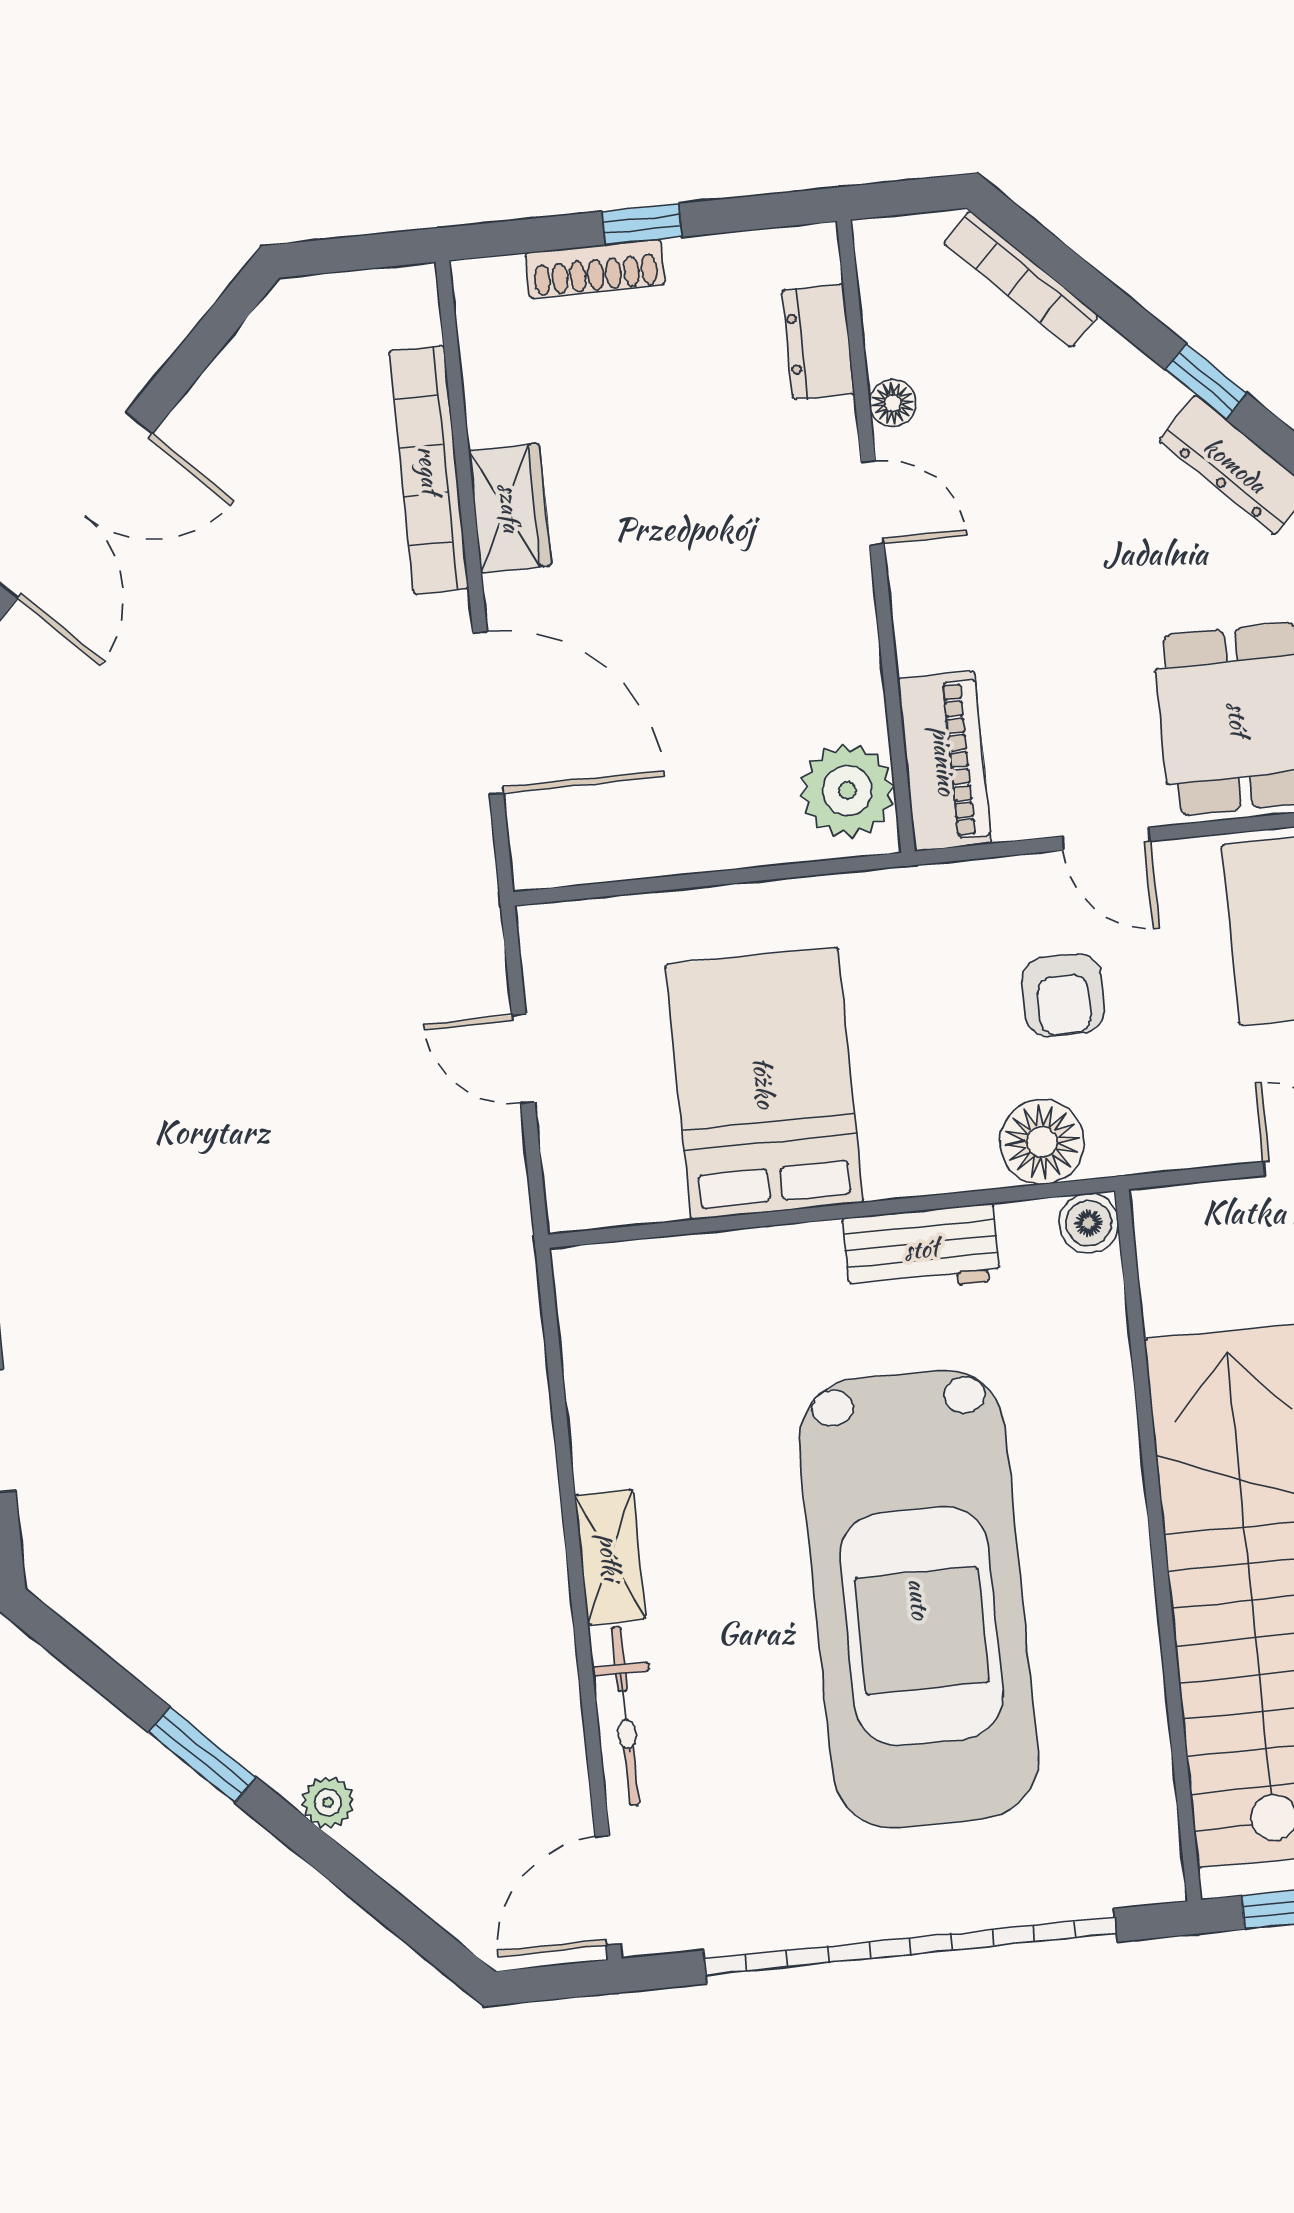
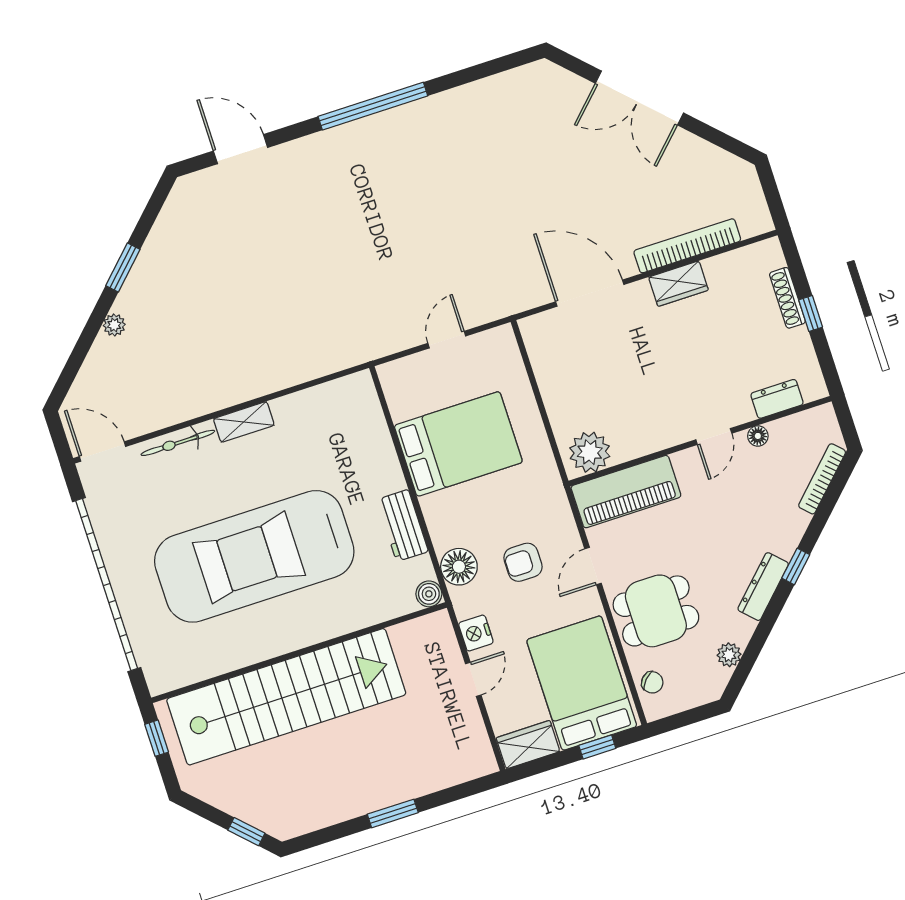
door: (488, 713) -> (590, 293), swing flipped
piano: (944, 761) -> (626, 492), width x1.37, depth x1.33
nightstand: (1200, 1136) -> (476, 633), added

